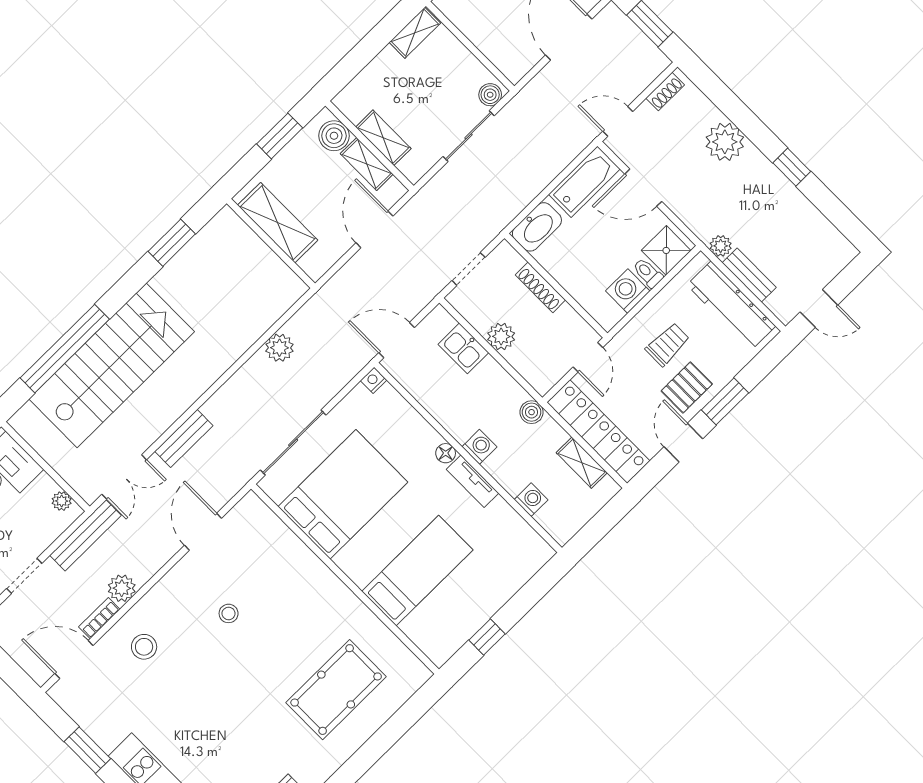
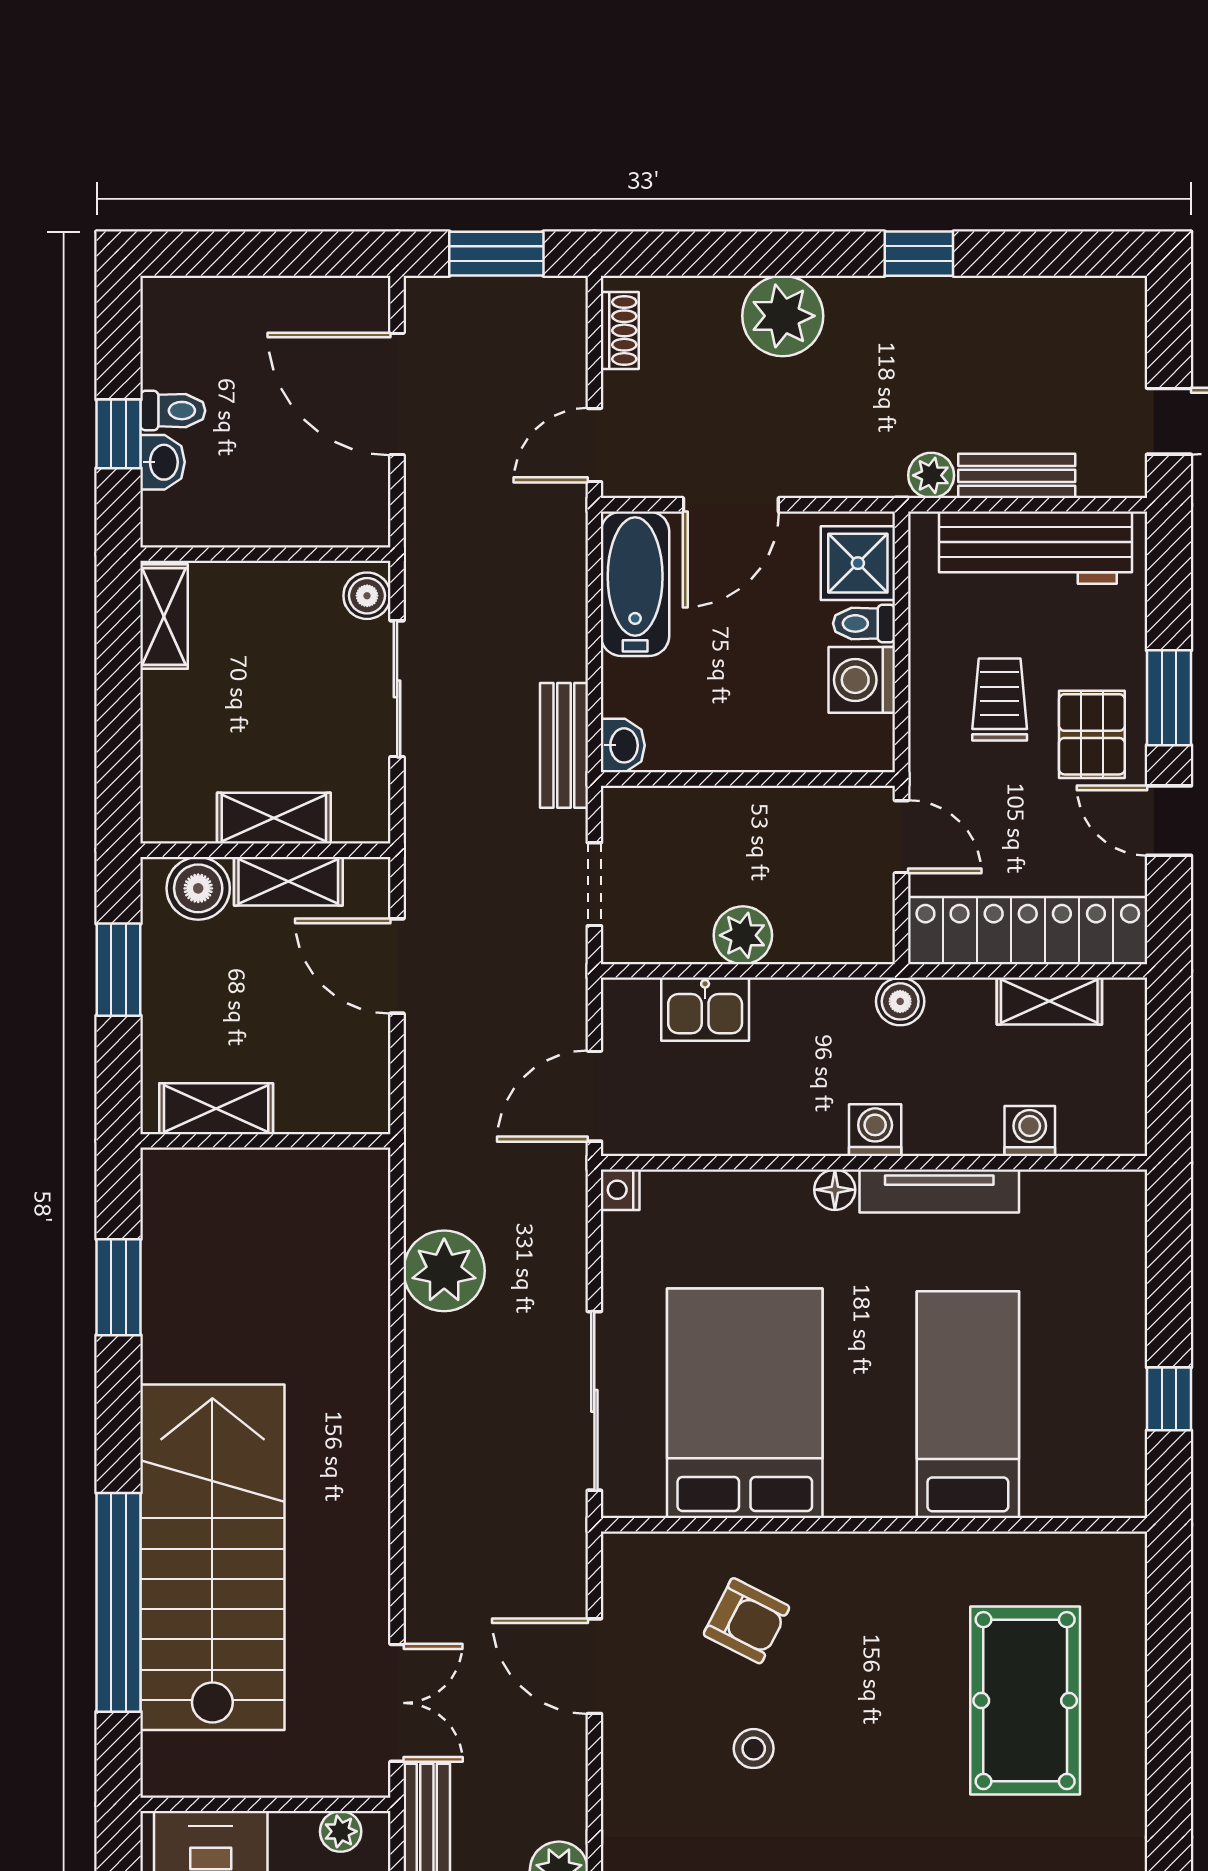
shelving: (278, 223) -> (216, 1109), width x0.67, depth x0.75
washbasin: (537, 227) -> (623, 745), width x0.52, depth x0.69
shoe rack: (540, 287) -> (728, 805), removed
plant: (279, 348) -> (444, 1271), width x1.36, depth x1.36
bench: (184, 438) -> (564, 745), moved
tv unit: (473, 481) -> (939, 1191), width x1.41
armchair: (270, 568) -> (746, 1621), added

